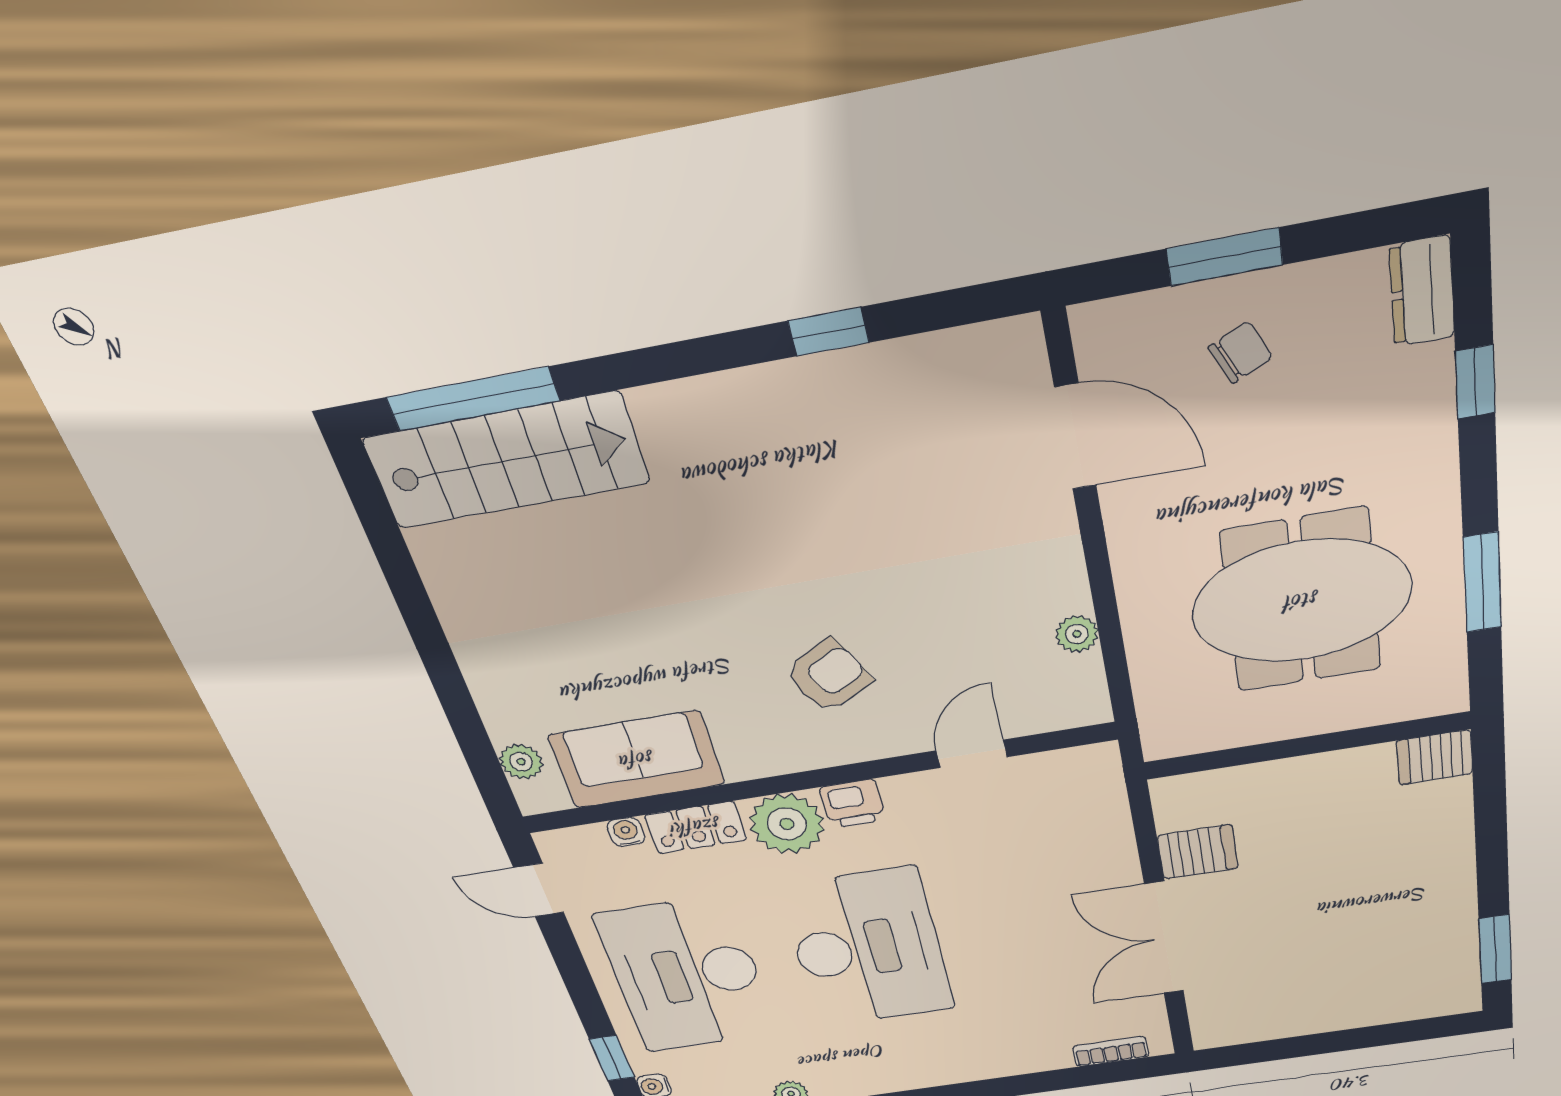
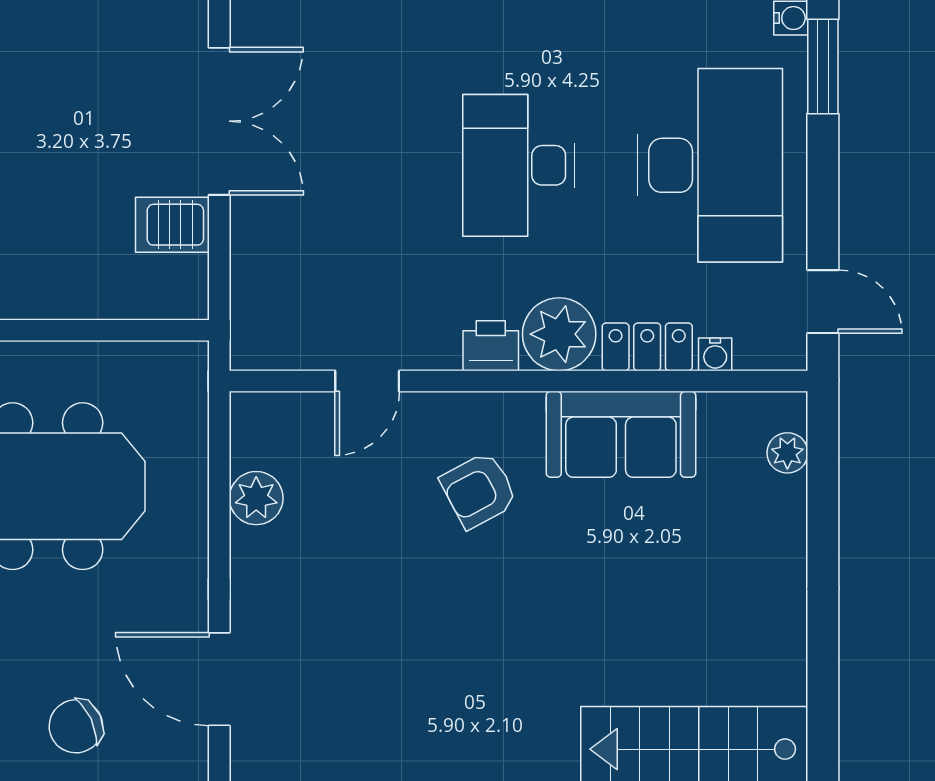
chair: (1240, 352) -> (76, 726), width x1.37, depth x1.37
plant: (1077, 634) -> (256, 498), width x1.38, depth x1.38
sofa: (637, 760) -> (621, 434), moved
desk: (867, 948) -> (519, 165), width x0.73, depth x0.77
window: (612, 1058) -> (823, 67), width x1.50

